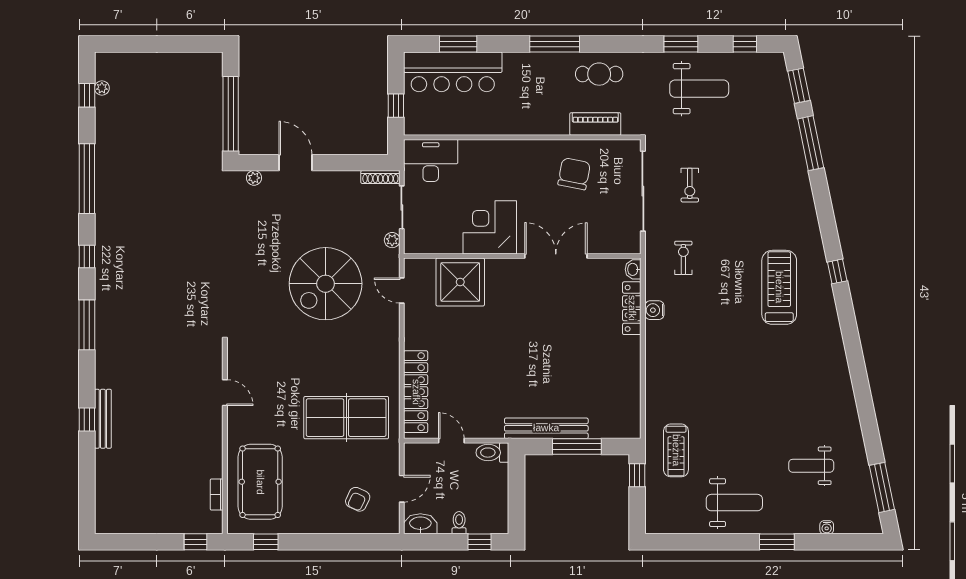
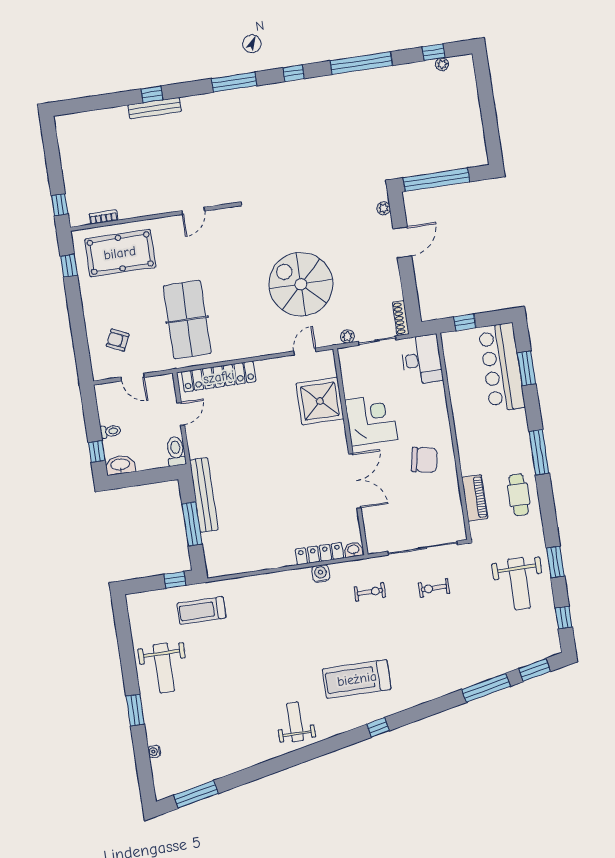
chair: (574, 174) -> (424, 460), moved
treadmill: (779, 287) -> (357, 679), turned 180
weight bench: (811, 466) -> (295, 722), moved
washbasin: (420, 524) -> (120, 465), moved, turned -90

